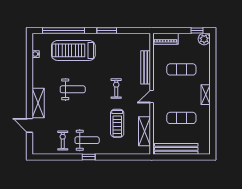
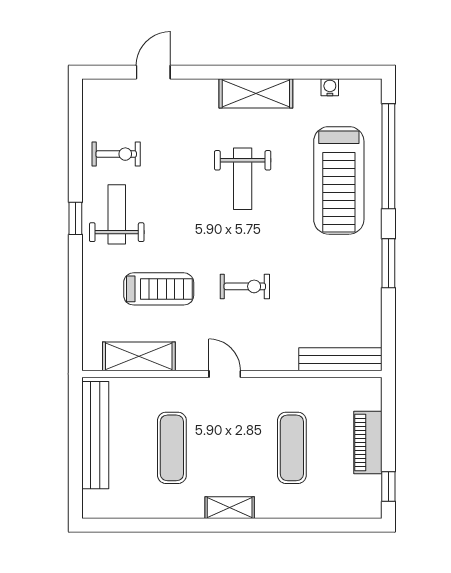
piano: (165, 39) -> (368, 442), moved
plant: (204, 39) -> (367, 504), removed
treadmill: (73, 50) -> (339, 180), turned 180
bench: (146, 67) -> (340, 359), moved
shelving: (38, 103) -> (256, 93), moved
treadmill: (117, 123) -> (159, 289), turned 180
weight bench: (87, 140) -> (117, 214), turned 180

